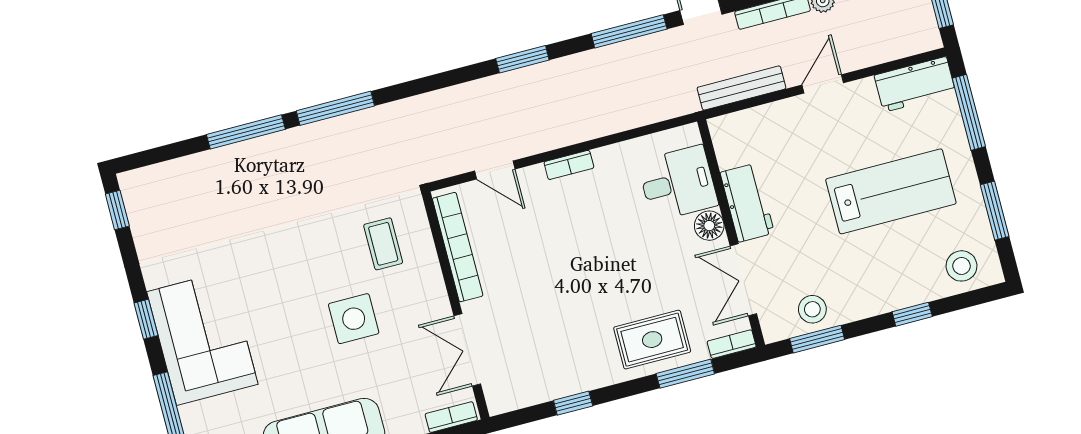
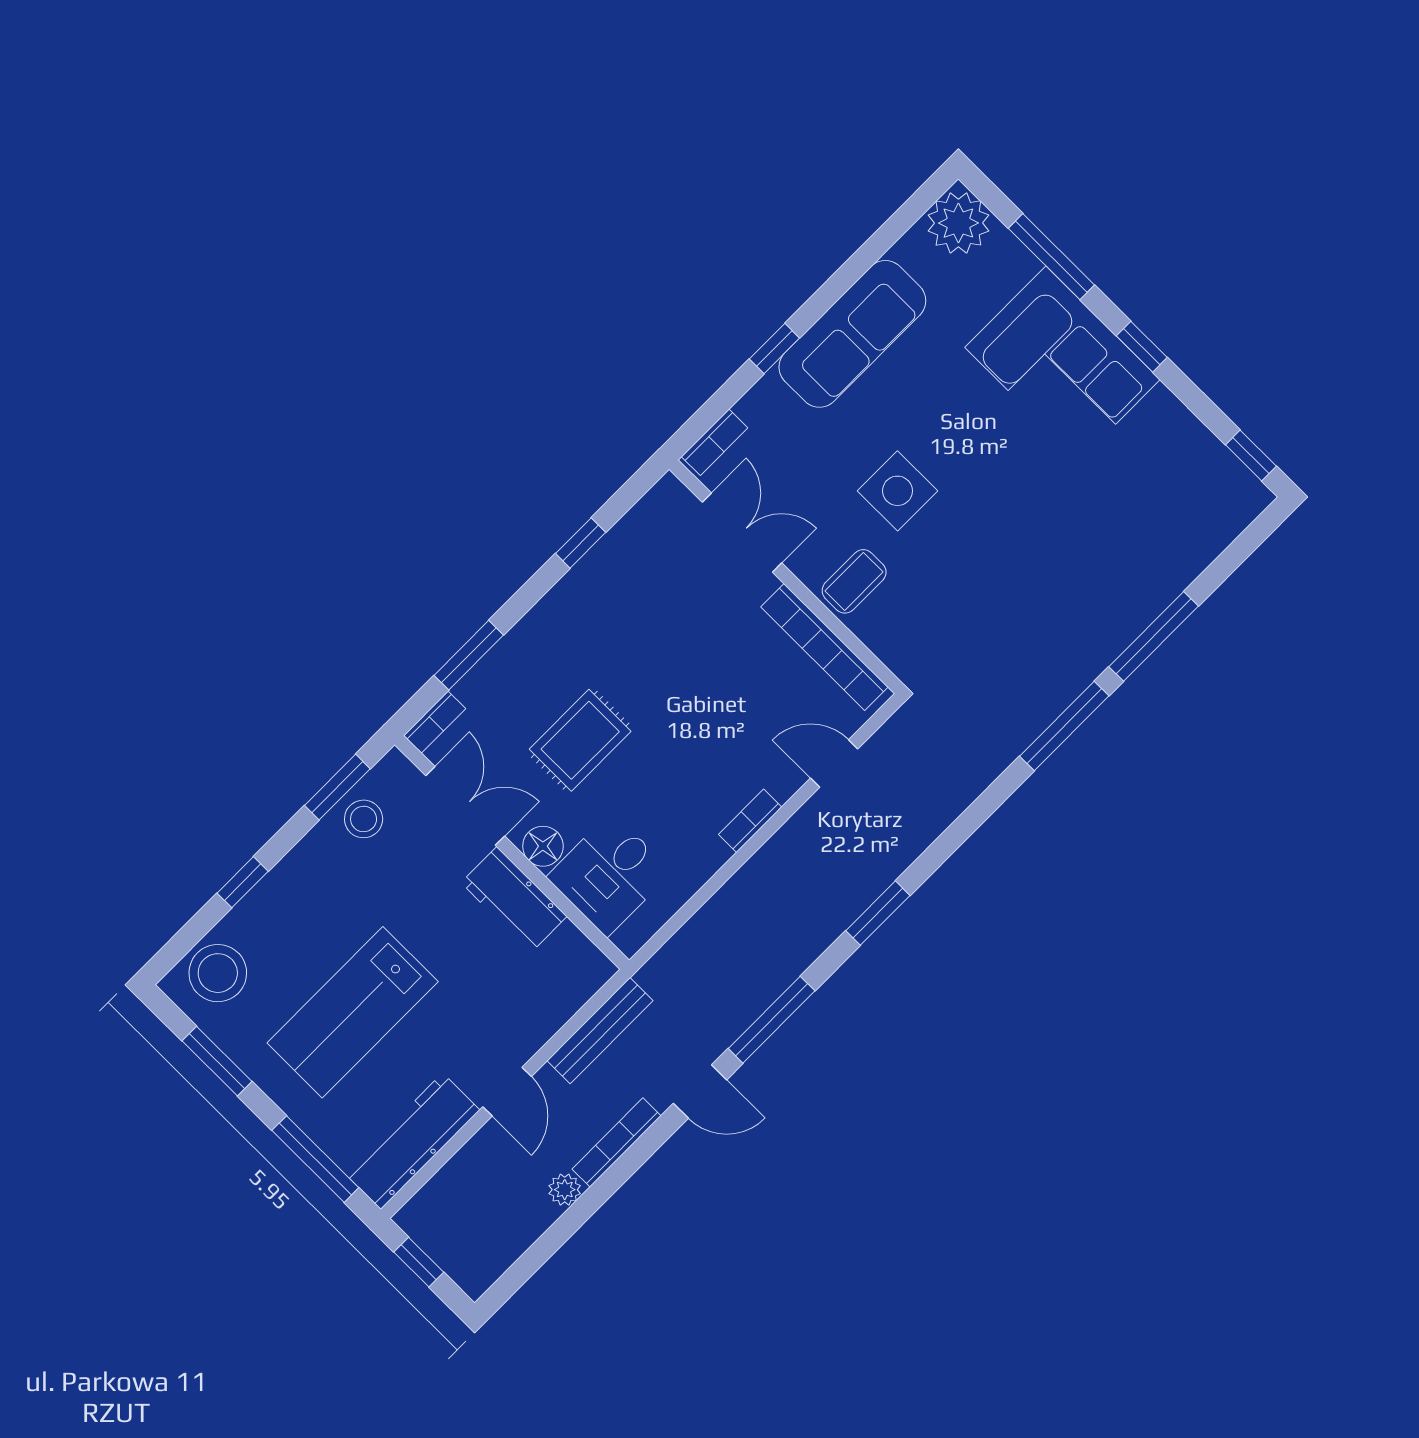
workbench: (915, 84) -> (412, 1141), width x1.37
coffee table: (383, 244) -> (854, 581), moved, turned 90
stool: (962, 266) -> (218, 973), width x1.38, depth x1.38
rug: (652, 340) -> (580, 740), moved

